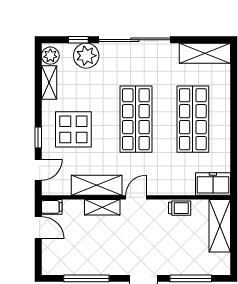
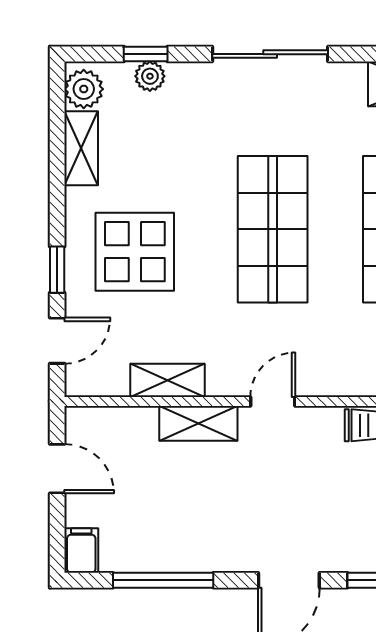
sliding door: (135, 40) -> (270, 54), width x0.73
plant: (86, 56) -> (150, 76), width x0.53, depth x0.53
shelving: (97, 185) -> (167, 380), width x0.67, depth x0.75
filing cabinet: (52, 207) -> (81, 551), moved, turned -90

